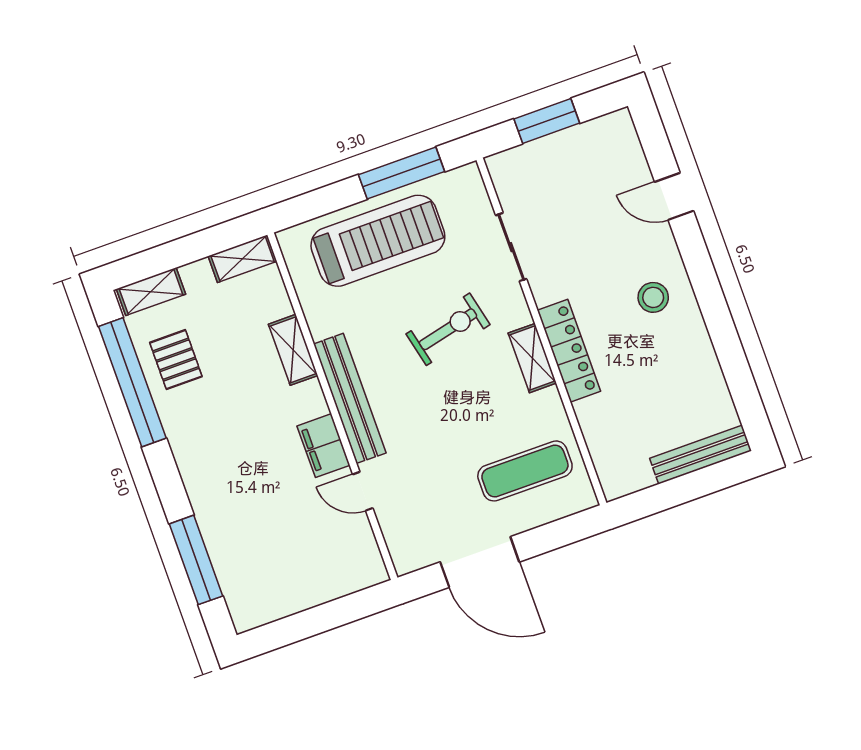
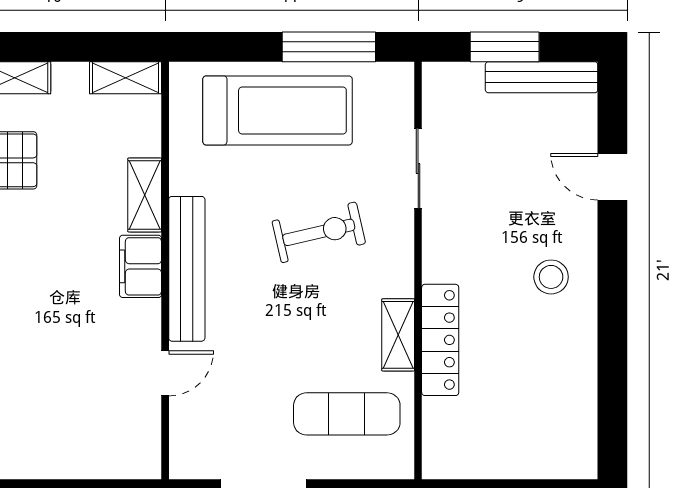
locker: (569, 351) -> (440, 340), moved
shelving: (532, 358) -> (398, 335), moved
filing cabinet: (324, 446) -> (141, 266), moved
bench: (701, 455) -> (542, 77), moved
door: (363, 491) -> (165, 373), swing flipped

